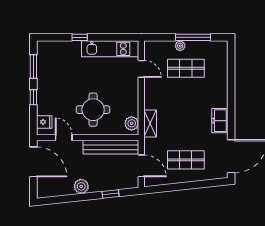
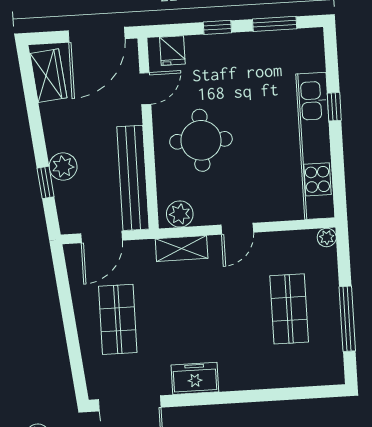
plant: (180, 46) -> (327, 237), moved
kitchen unit: (110, 49) -> (315, 146), width x1.36
door: (141, 69) -> (237, 229), moved
plant: (81, 186) -> (63, 167), moved
wardrobe: (54, 189) -> (48, 76), added

